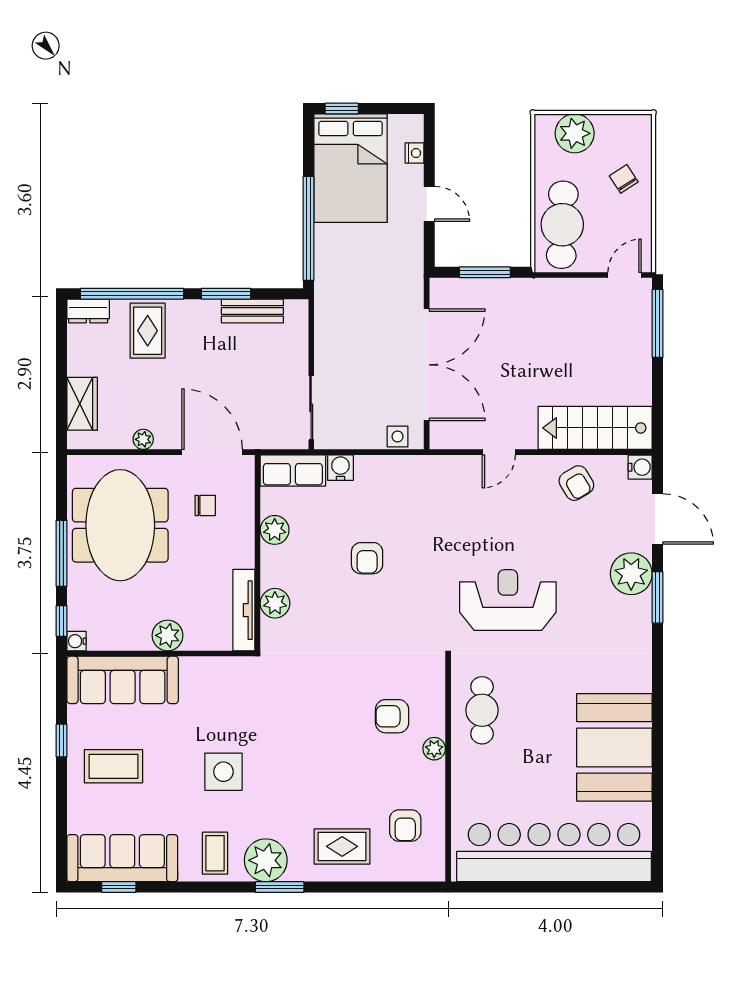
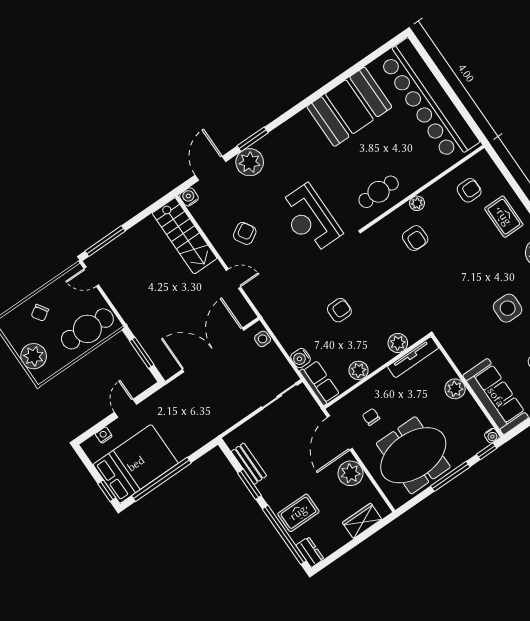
window: (309, 228) -> (161, 479), moved
plant: (143, 439) -> (350, 473), width x1.88, depth x1.88
armchair: (576, 483) -> (245, 233), moved

